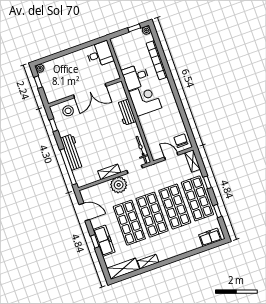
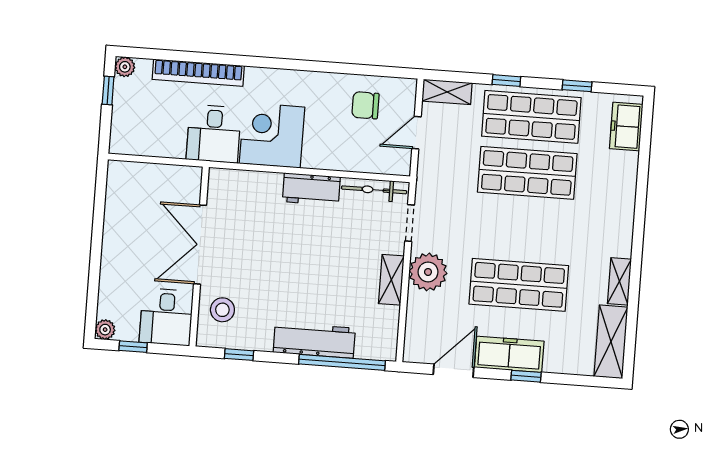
desk: (100, 54) -> (166, 317), moved, turned 180
double door: (90, 91) -> (200, 245), swing flipped
workbench: (126, 112) -> (311, 189), moved
chair: (181, 141) -> (365, 105), moved
shop shelf: (152, 215) -> (523, 229), removed
freezer: (104, 241) -> (509, 354), moved

